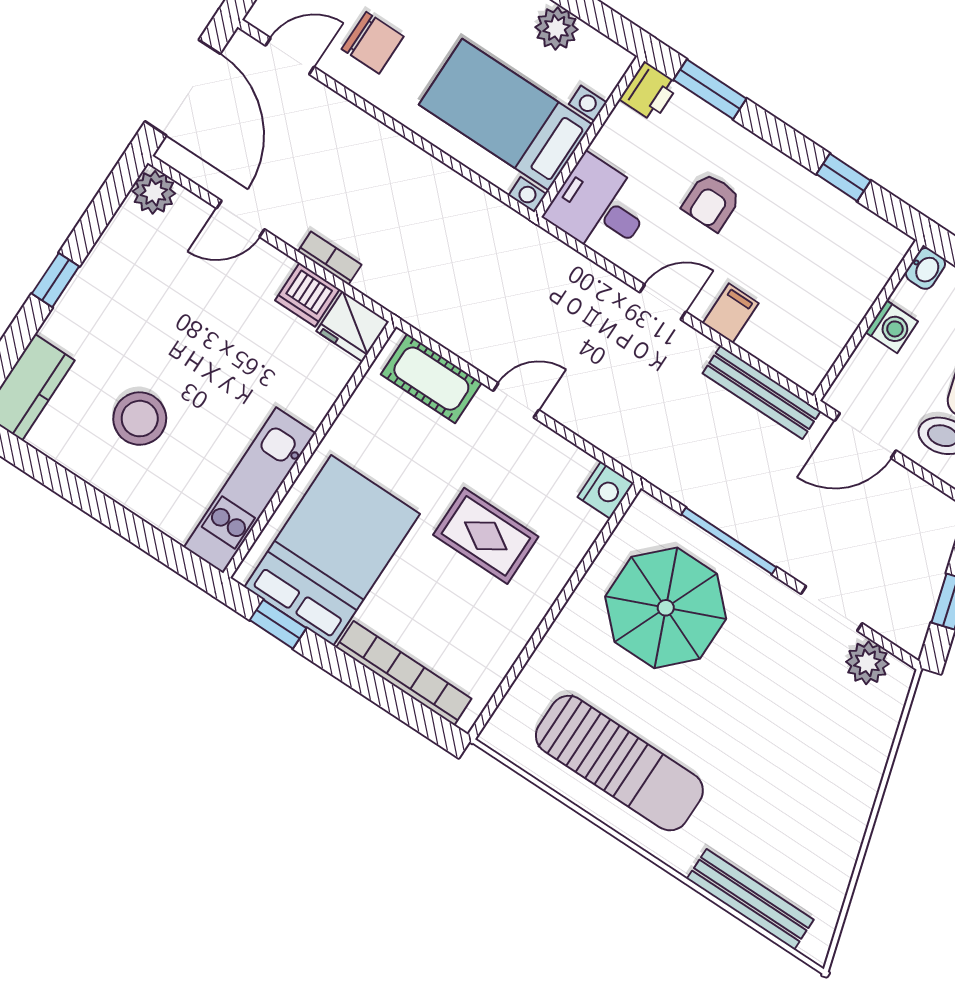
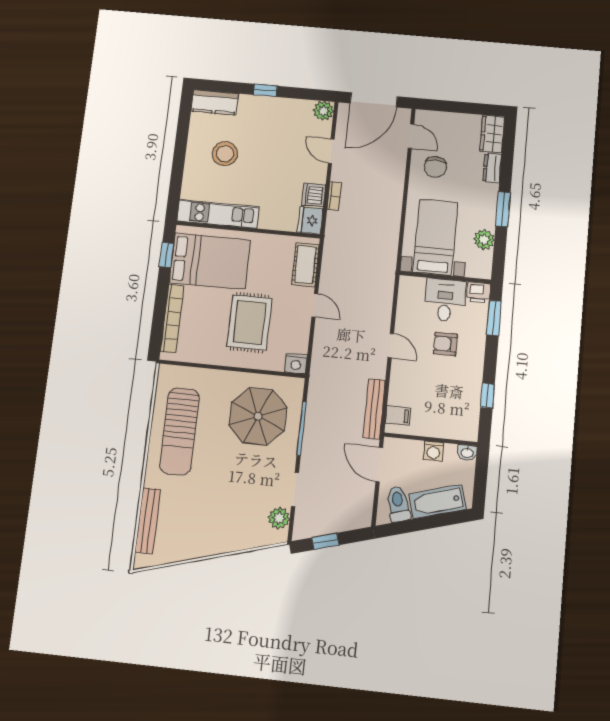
desk: (599, 207) -> (445, 300), moved
filing cabinet: (731, 313) -> (398, 415), moved
rug: (486, 536) -> (249, 323), width x1.36, depth x1.43

